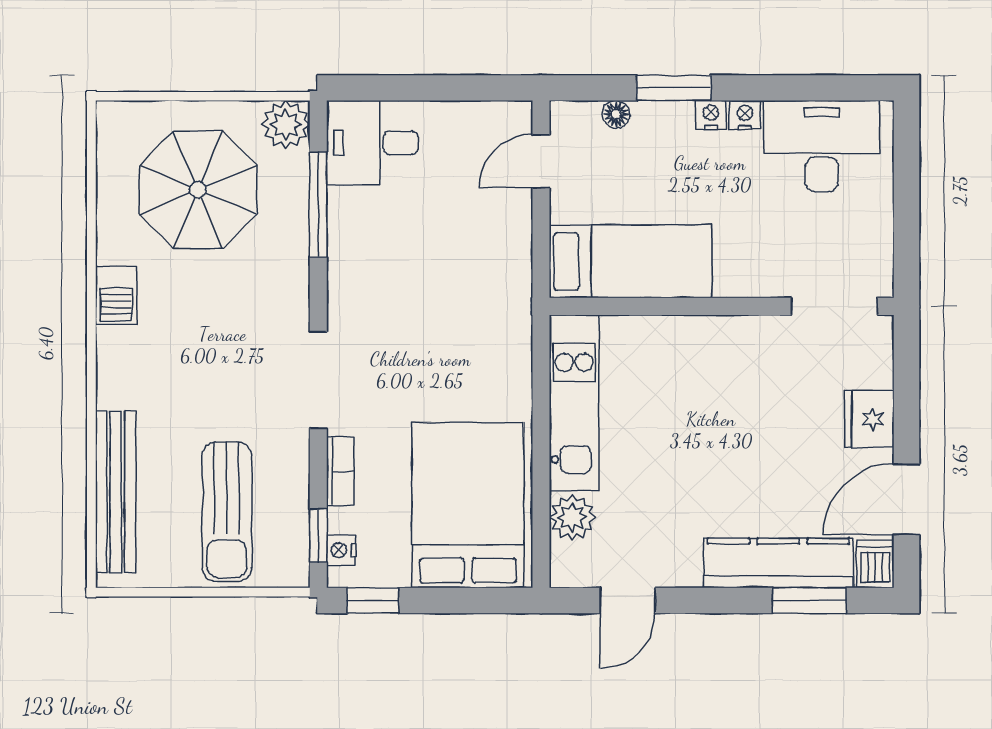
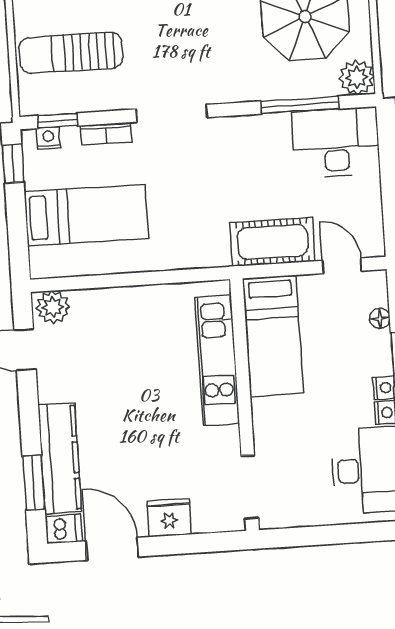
desk: (372, 143) -> (336, 142), width x1.37
cot: (502, 254) -> (273, 242), added
kitchen unit: (574, 403) -> (217, 360), moved, turned 90
bed: (468, 505) -> (86, 215), width x0.67
plant: (572, 517) -> (53, 307), moved

